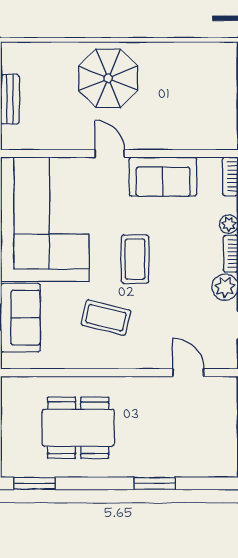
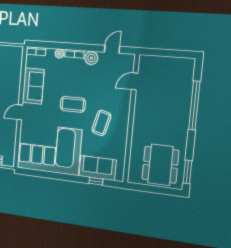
dining table: (78, 428) -> (160, 165), moved
window: (155, 483) -> (194, 105), width x2.11

